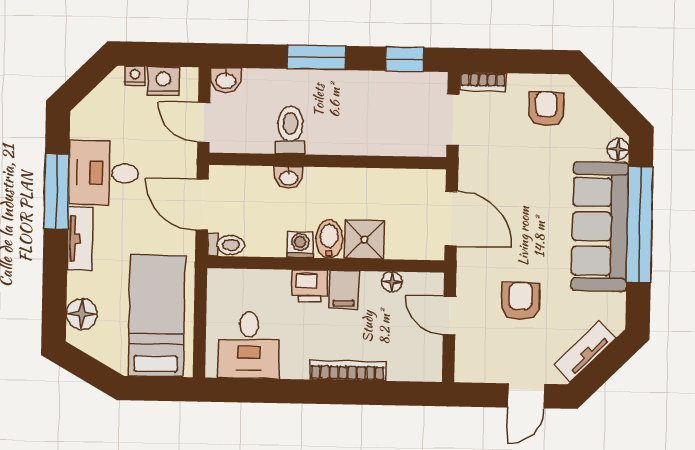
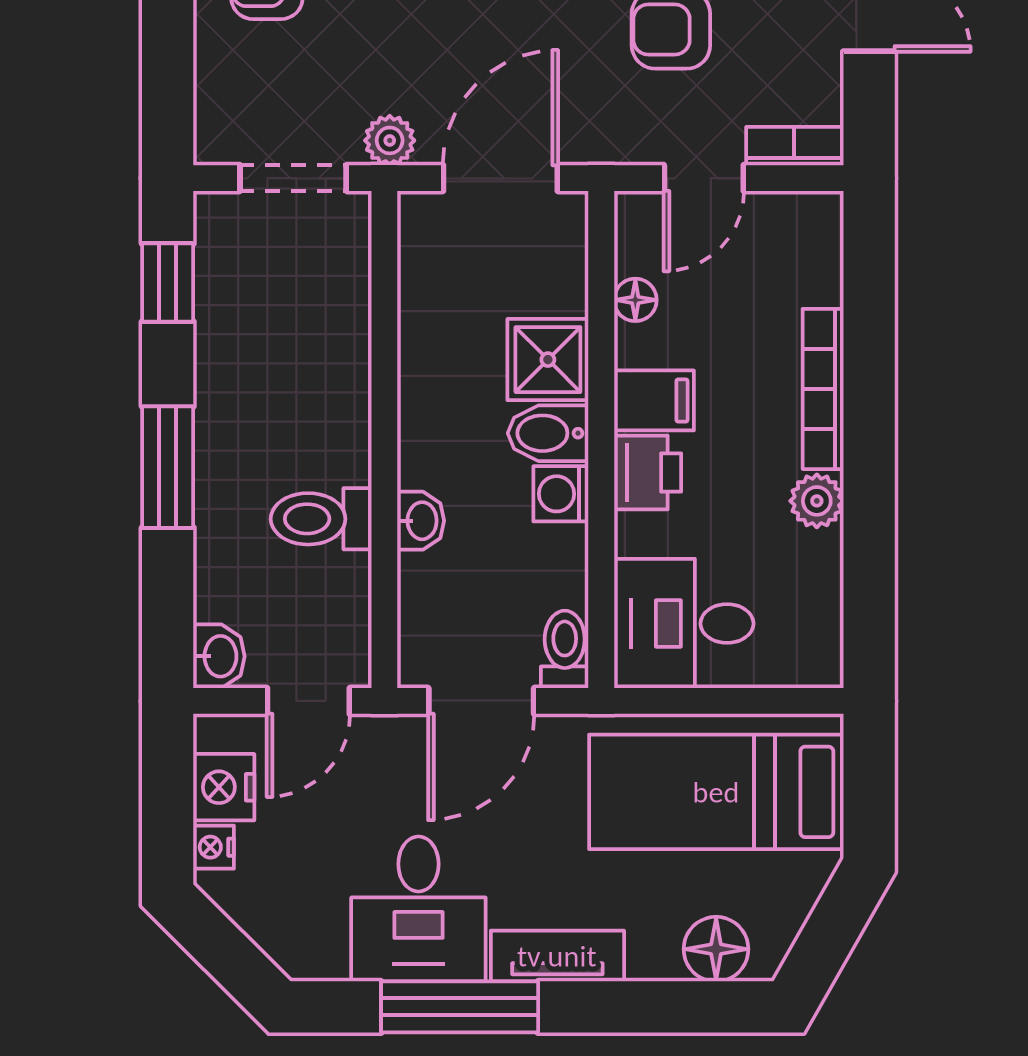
bookcase: (483, 82) -> (794, 146), moved, turned -90
plant: (470, 166) -> (390, 140), added
desk: (249, 345) -> (684, 624), moved, turned 180
plant: (294, 366) -> (817, 501), added

